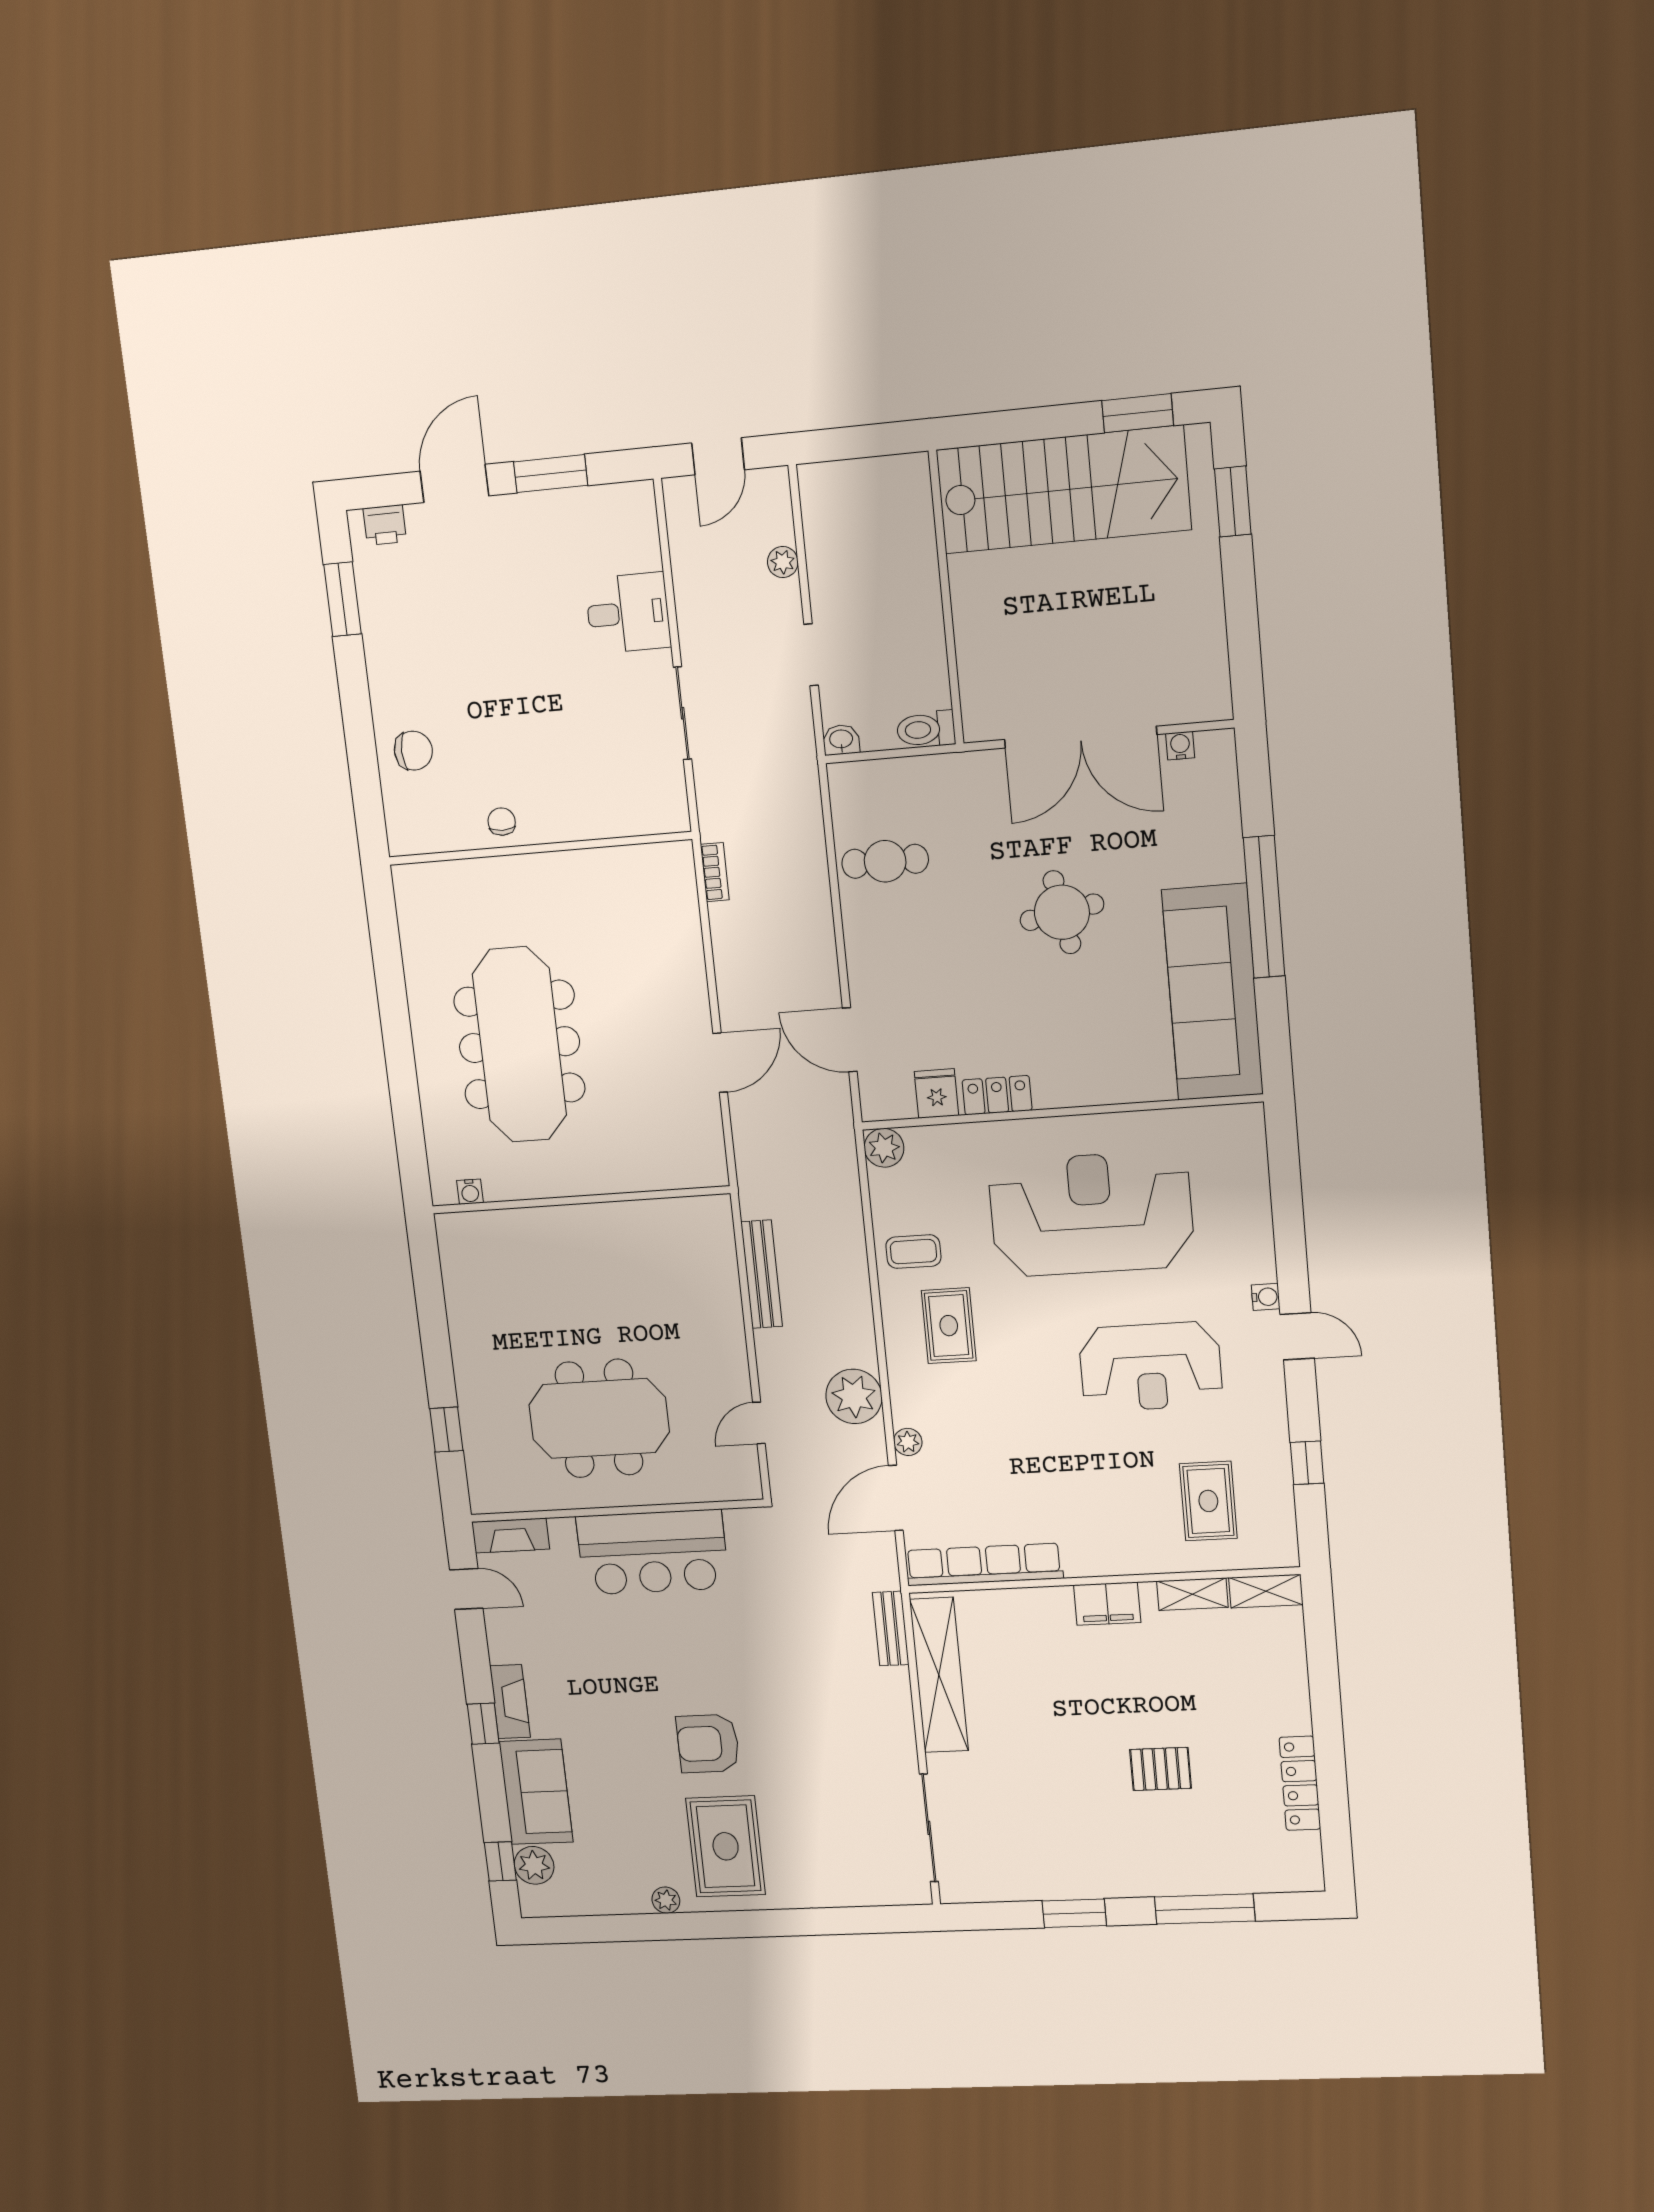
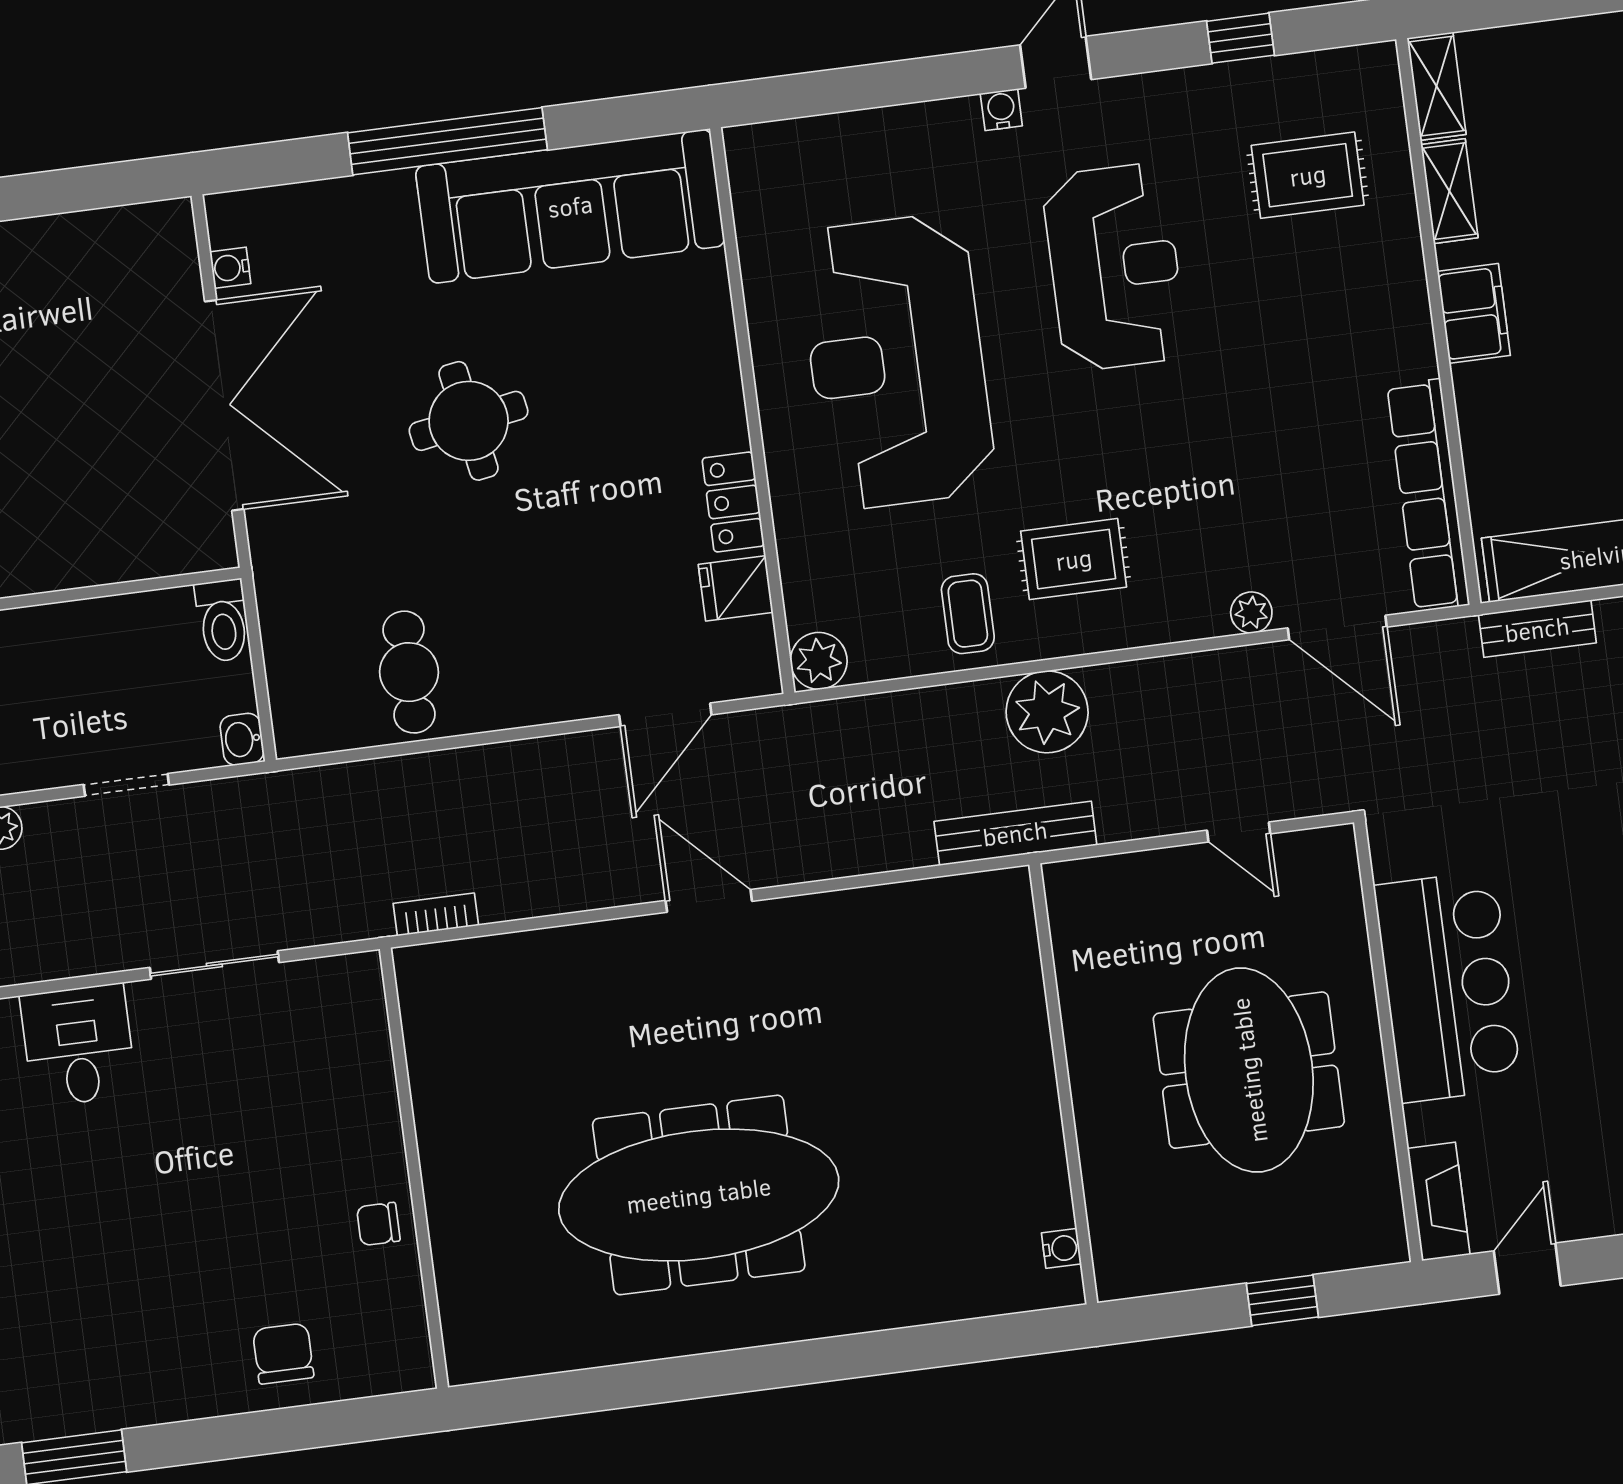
water cooler: (470, 1192) -> (1061, 1248), moved
wall: (580, 1200) -> (1063, 1084), moved
plant: (854, 1396) -> (1047, 712), moved

